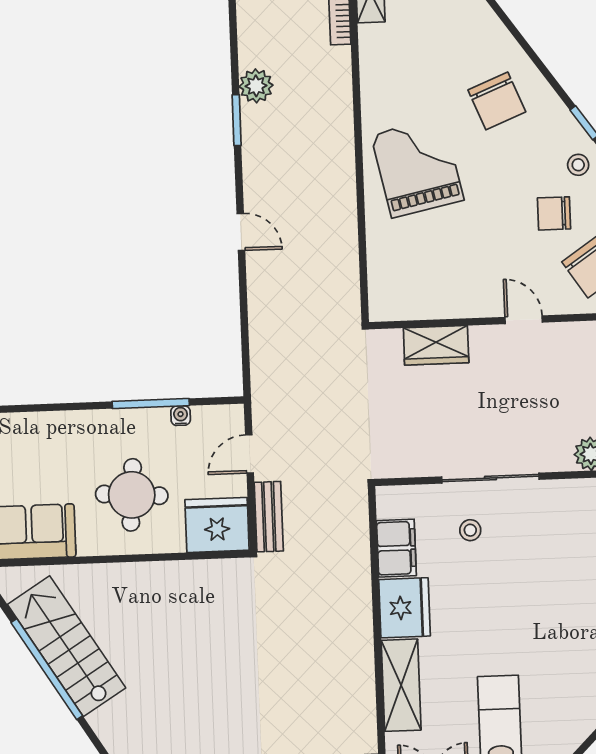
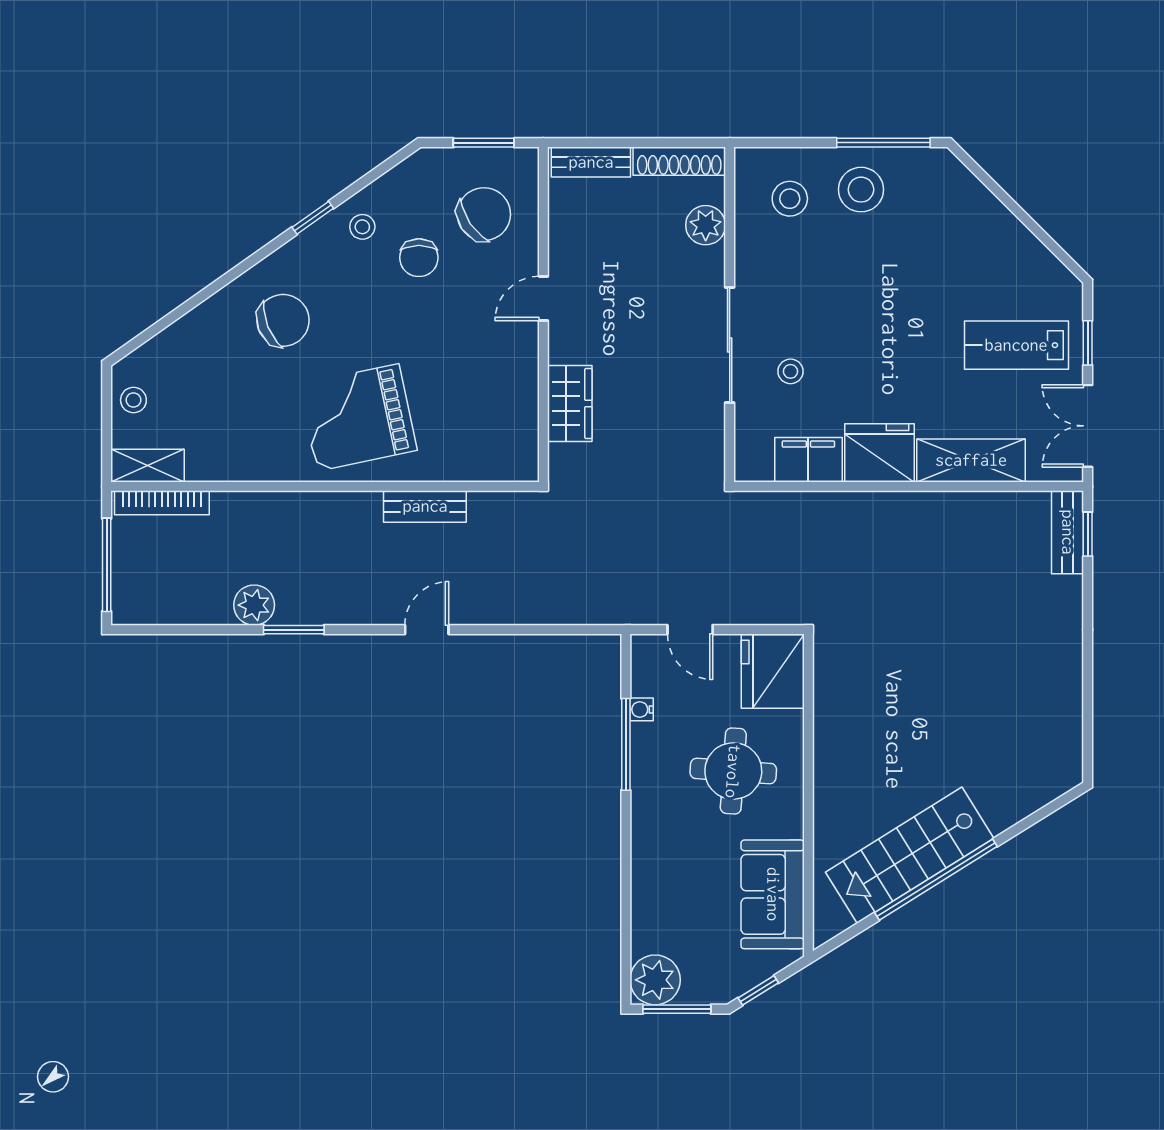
bench: (269, 517) -> (425, 506), moved

